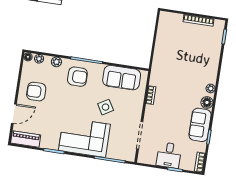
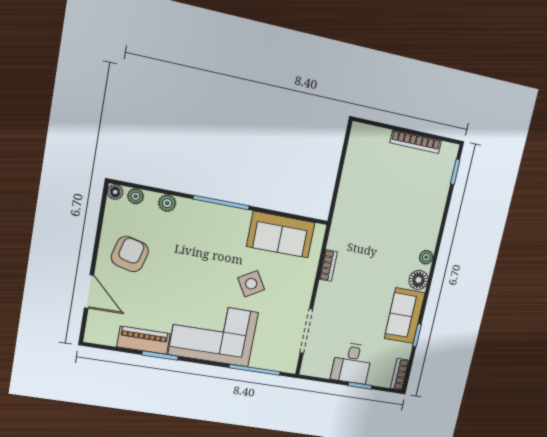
armchair: (77, 77) -> (204, 230), removed
armchair: (36, 92) -> (130, 254), turned 104
door: (14, 114) -> (89, 292), hinge flipped
piano: (26, 139) -> (144, 340), moved

